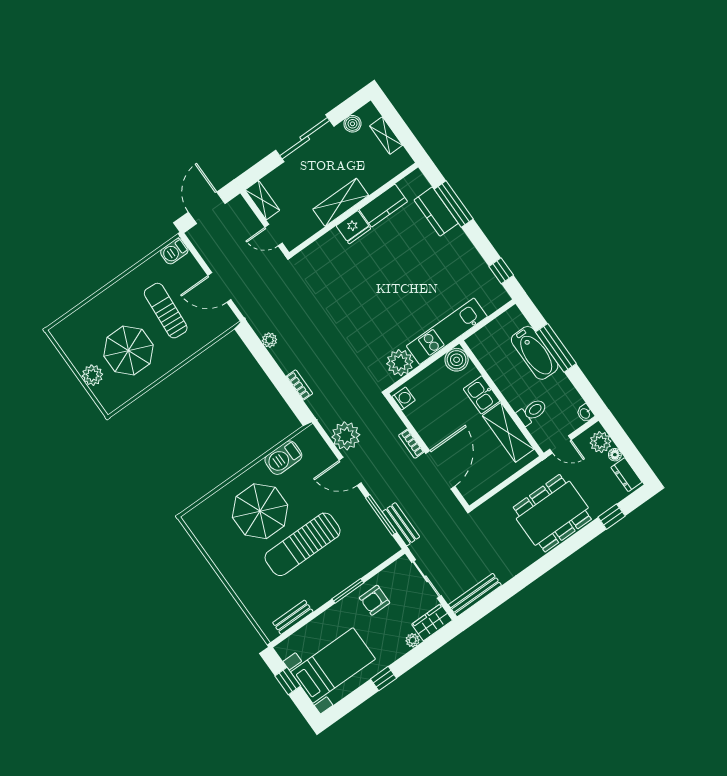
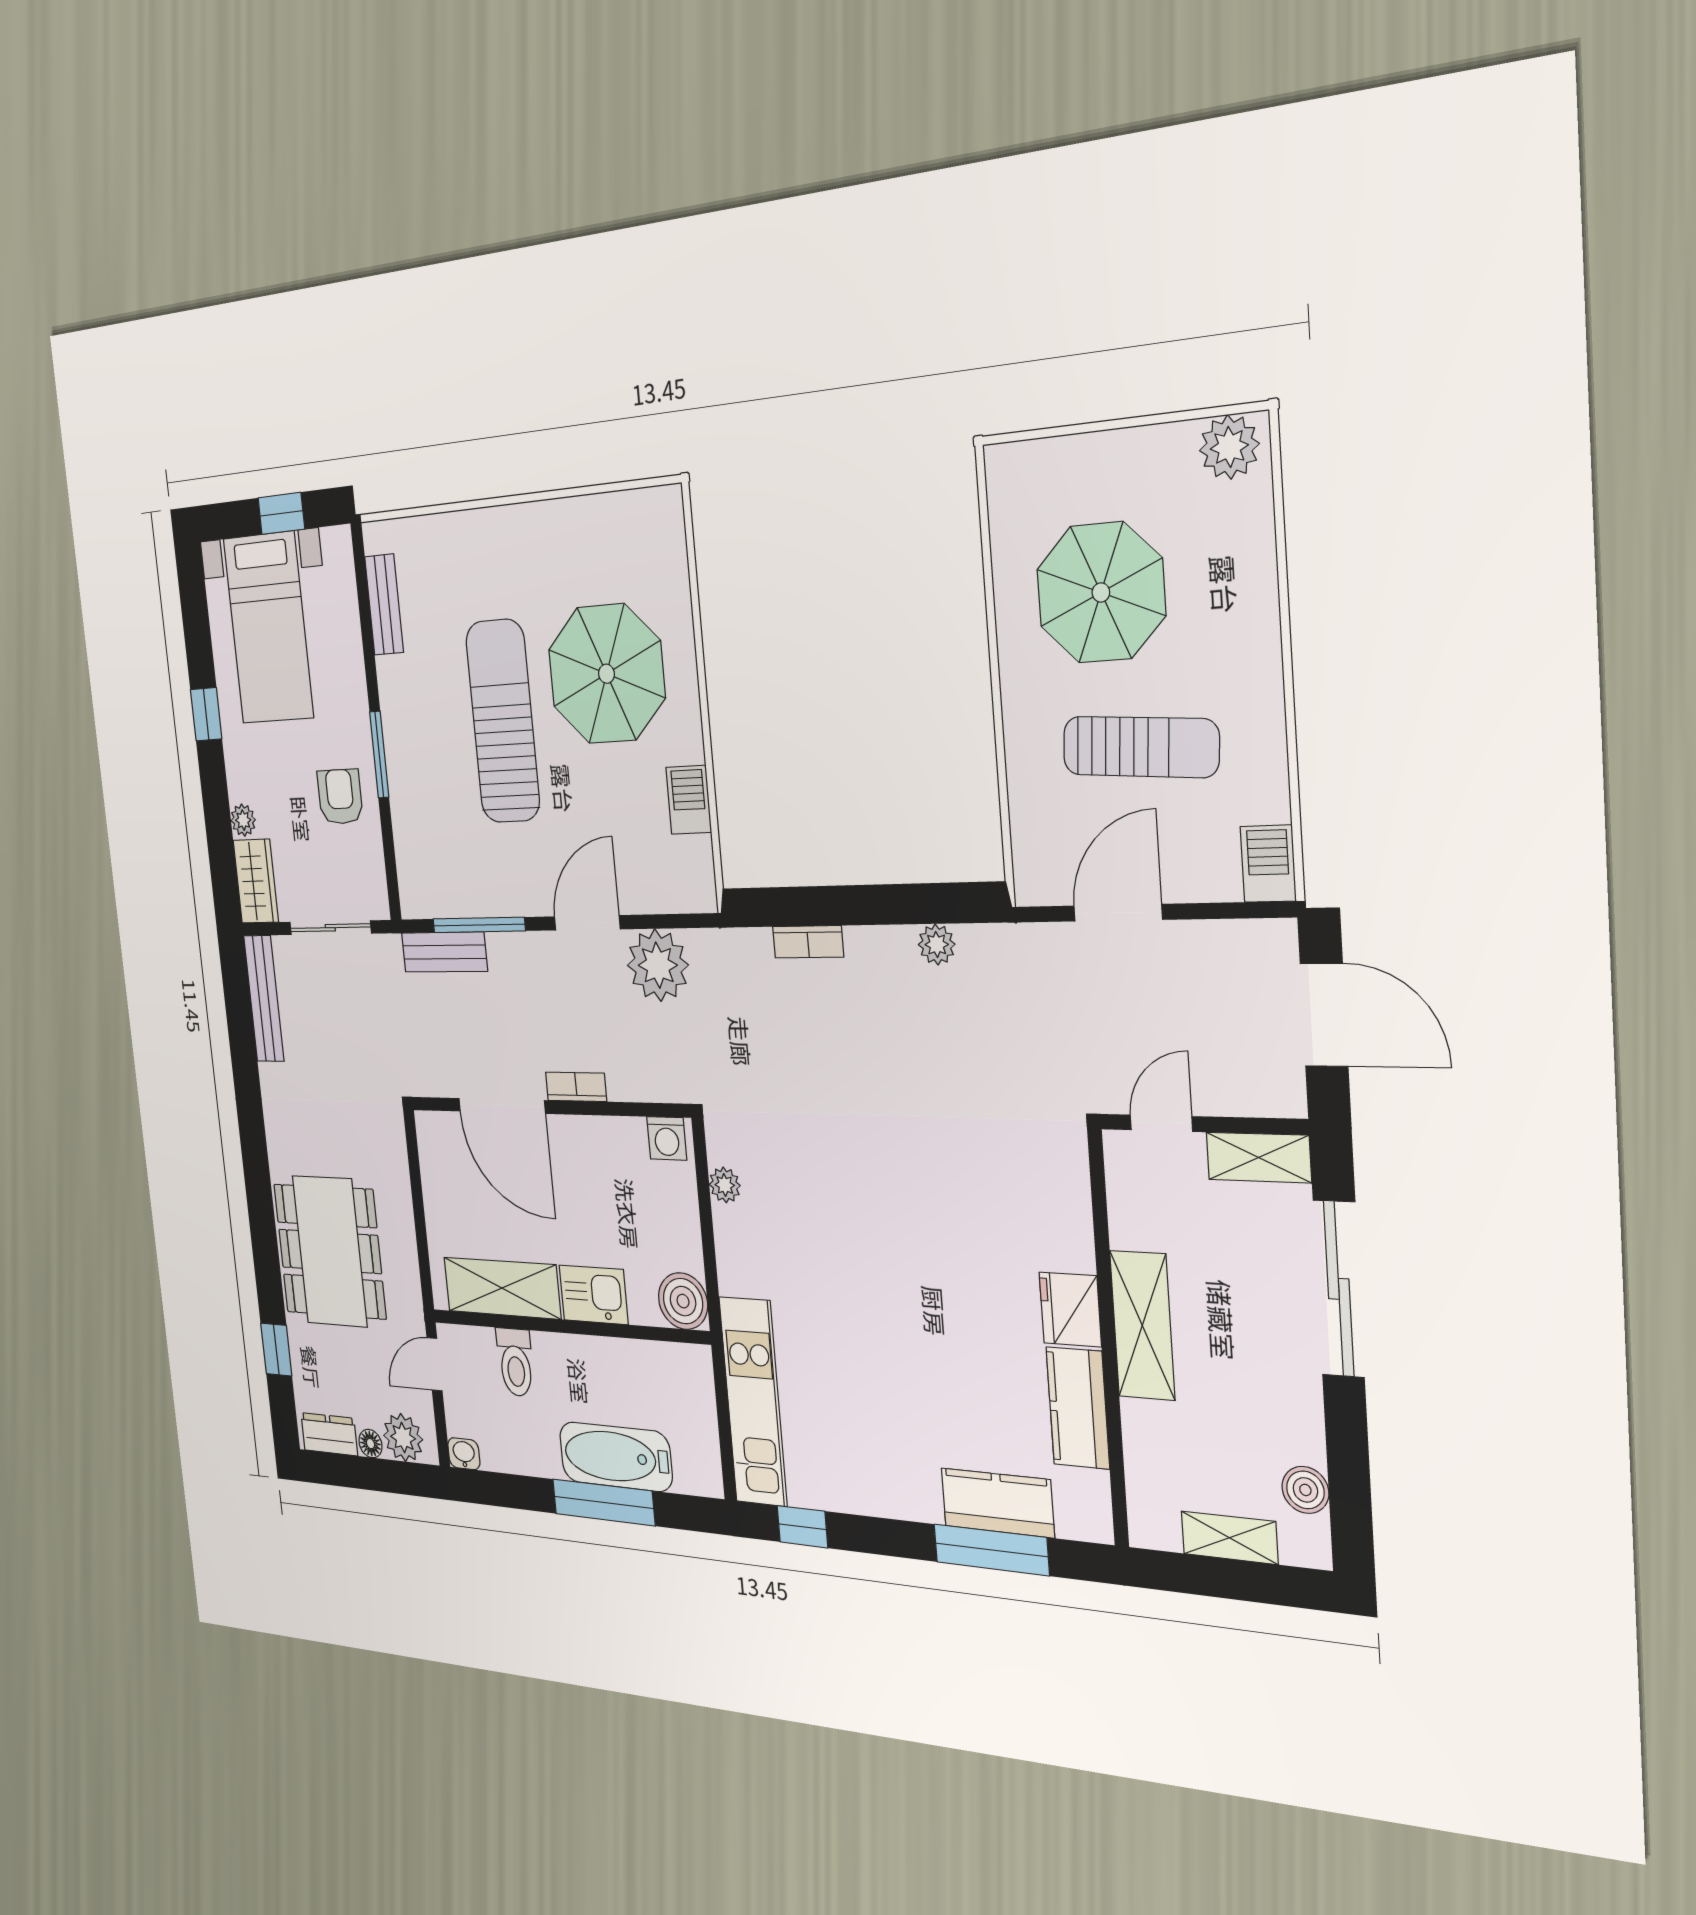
sliding door: (305, 138) -> (1339, 1289), moved
kitchen unit: (447, 331) -> (753, 1402), moved
plant: (400, 363) -> (725, 1185), width x0.53, depth x0.53
plant: (92, 375) -> (1229, 447), moved
barbecue: (283, 458) -> (689, 800), width x0.73, depth x0.79

